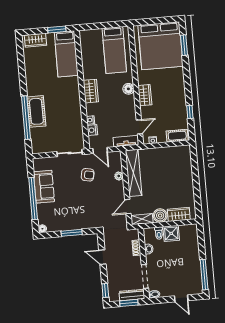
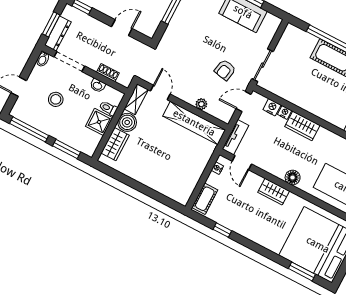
wardrobe: (91, 91) -> (302, 126), moved
window: (201, 243) -> (67, 149), added
stool: (174, 270) -> (56, 99), added

